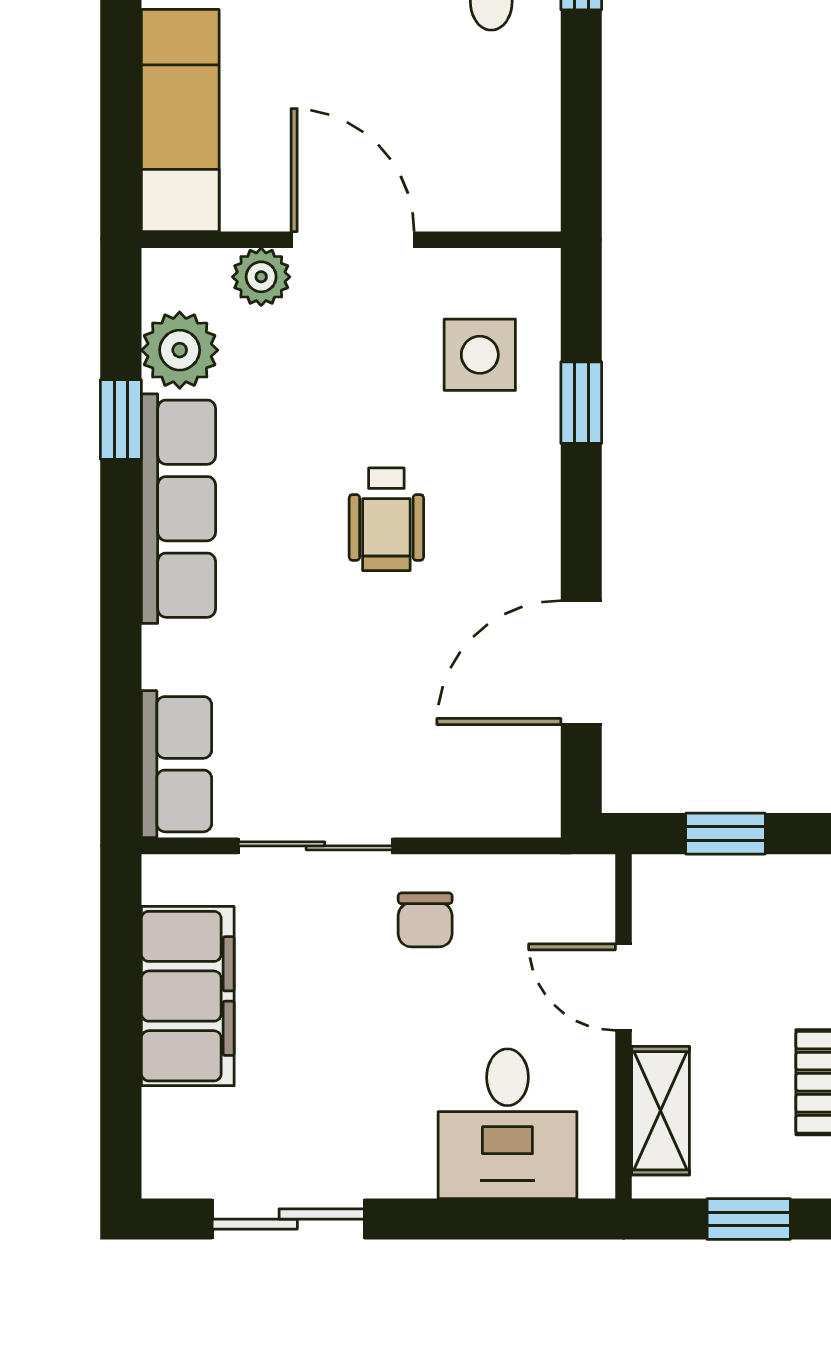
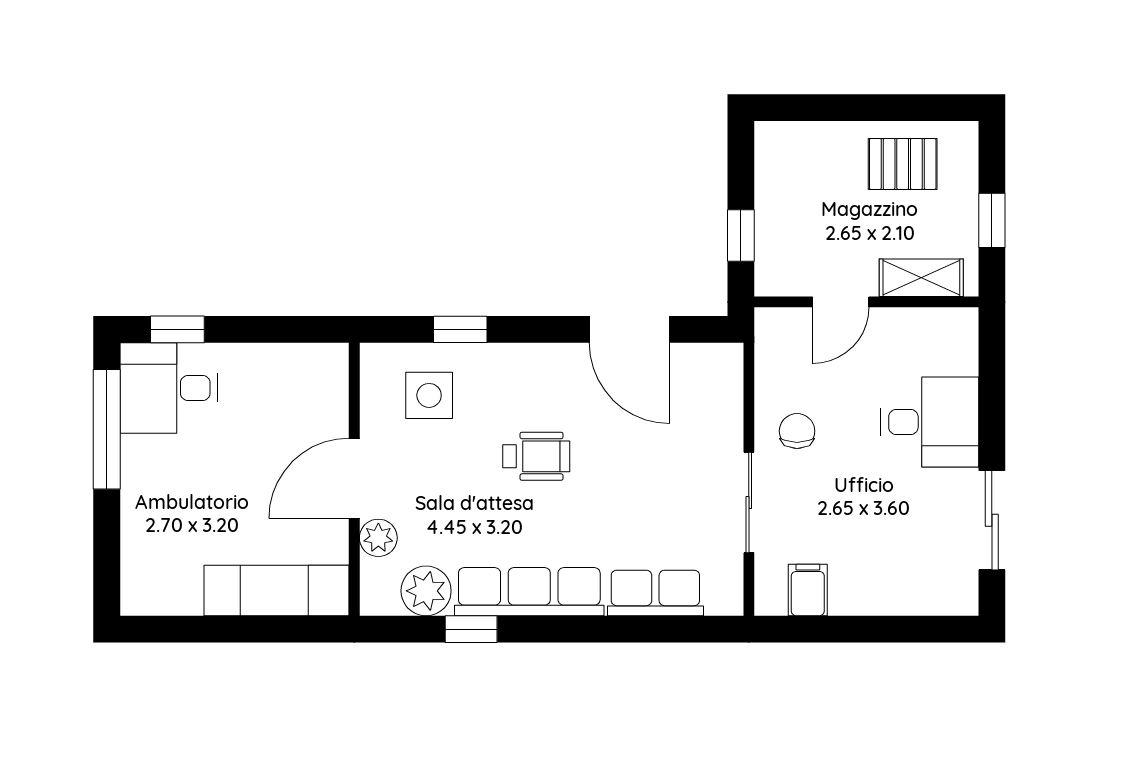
row of seats: (176, 764) -> (655, 593), moved
chair: (425, 920) -> (797, 431), turned -90
filing cabinet: (188, 996) -> (808, 590), width x0.33, depth x0.86
desk: (507, 1124) -> (930, 422), moved

